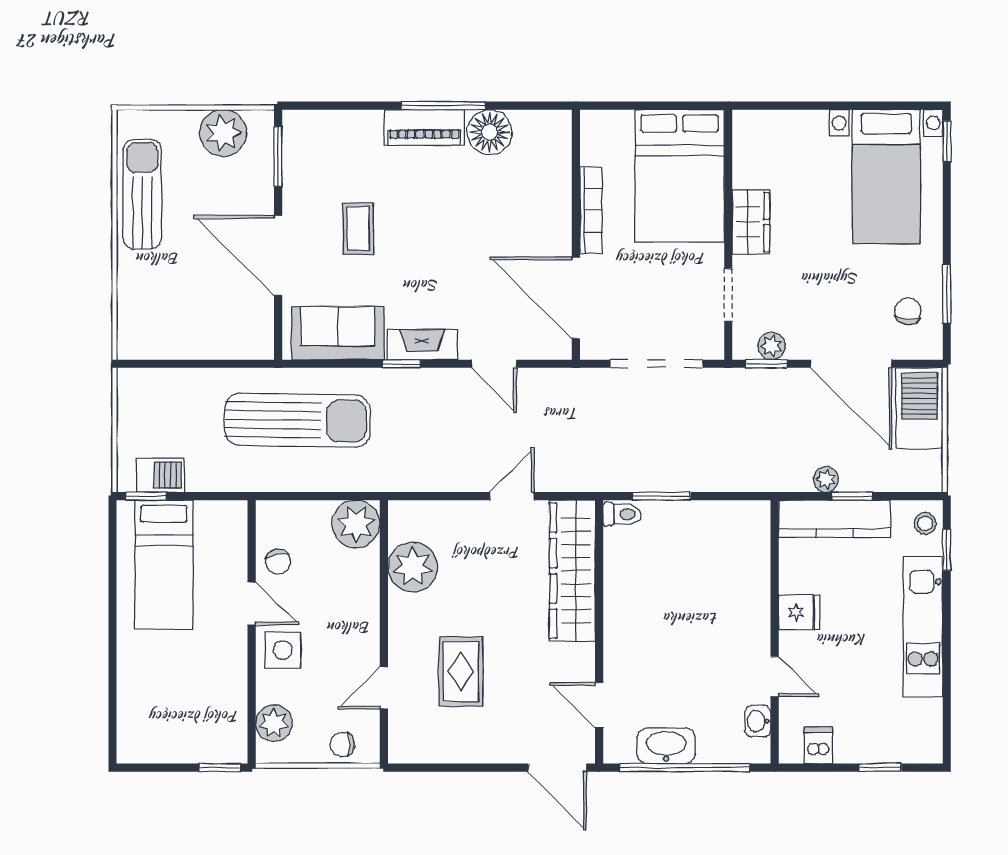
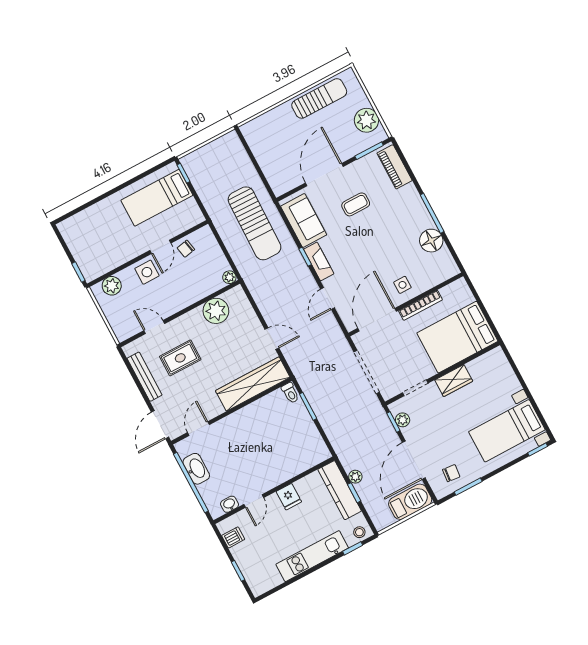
piano: (424, 127) -> (395, 167), moved
side table: (539, 222) -> (402, 285), added
barbecue: (160, 475) -> (196, 175), removed
plant: (356, 524) -> (229, 277), width x0.53, depth x0.53
chair: (342, 744) -> (119, 322), removed
bench: (460, 750) -> (145, 377), added

